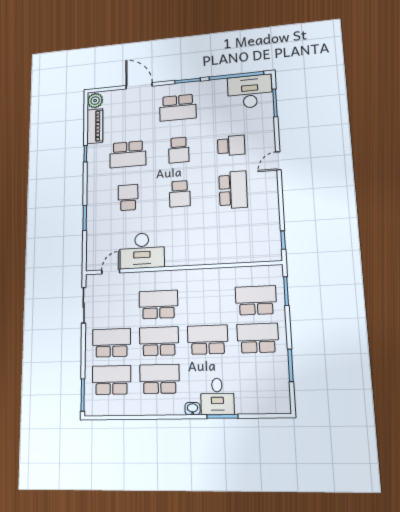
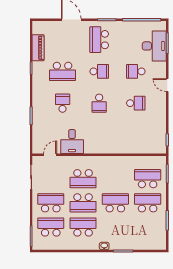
desk: (250, 92) -> (154, 46), moved, turned 90
plant: (95, 101) -> (38, 28), removed
school desk: (178, 108) -> (99, 40), turned 90
school desk: (231, 146) -> (136, 71), turned 180
school desk: (179, 150) -> (99, 71), turned -90
door: (278, 161) -> (167, 85), hinge flipped
school desk: (233, 190) -> (136, 103), width x0.54
desk: (142, 251) -> (72, 142), width x0.73
school desk: (158, 304) -> (83, 179), turned 180
school desk: (159, 341) -> (83, 203), turned 180
desk: (217, 396) -> (120, 239), removed

